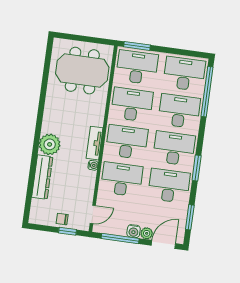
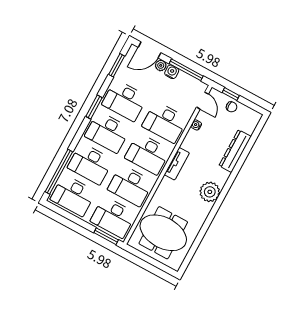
plant: (50, 144) -> (210, 192), moved
water cooler: (93, 165) -> (196, 125), moved
door: (93, 214) -> (202, 101), swing flipped

